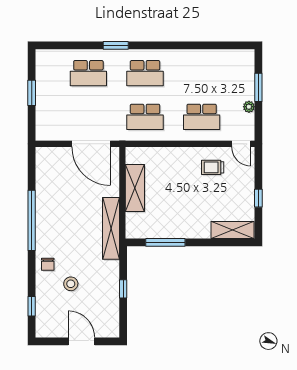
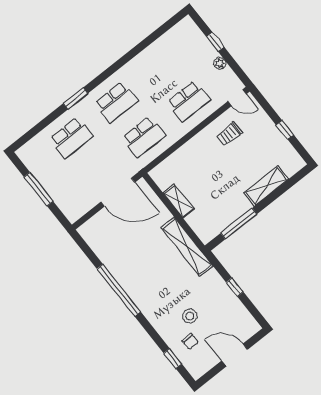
window: (258, 87) -> (215, 42), width x0.67
window: (32, 93) -> (39, 189), width x1.44
shelving: (135, 188) -> (179, 201), width x0.67, depth x0.75
shelving: (233, 230) -> (266, 186), moved
chair: (48, 264) -> (190, 342), moved

